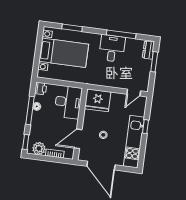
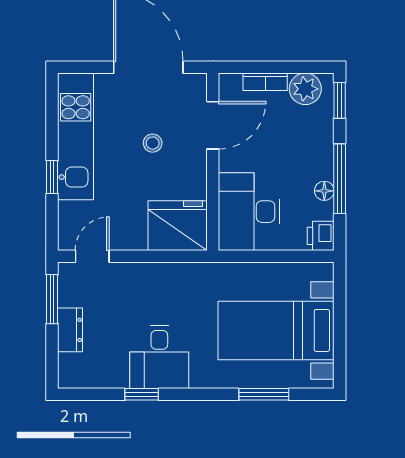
window: (121, 34) -> (142, 394), width x0.46
dresser: (148, 50) -> (70, 330), moved
window: (154, 62) -> (52, 299), moved

